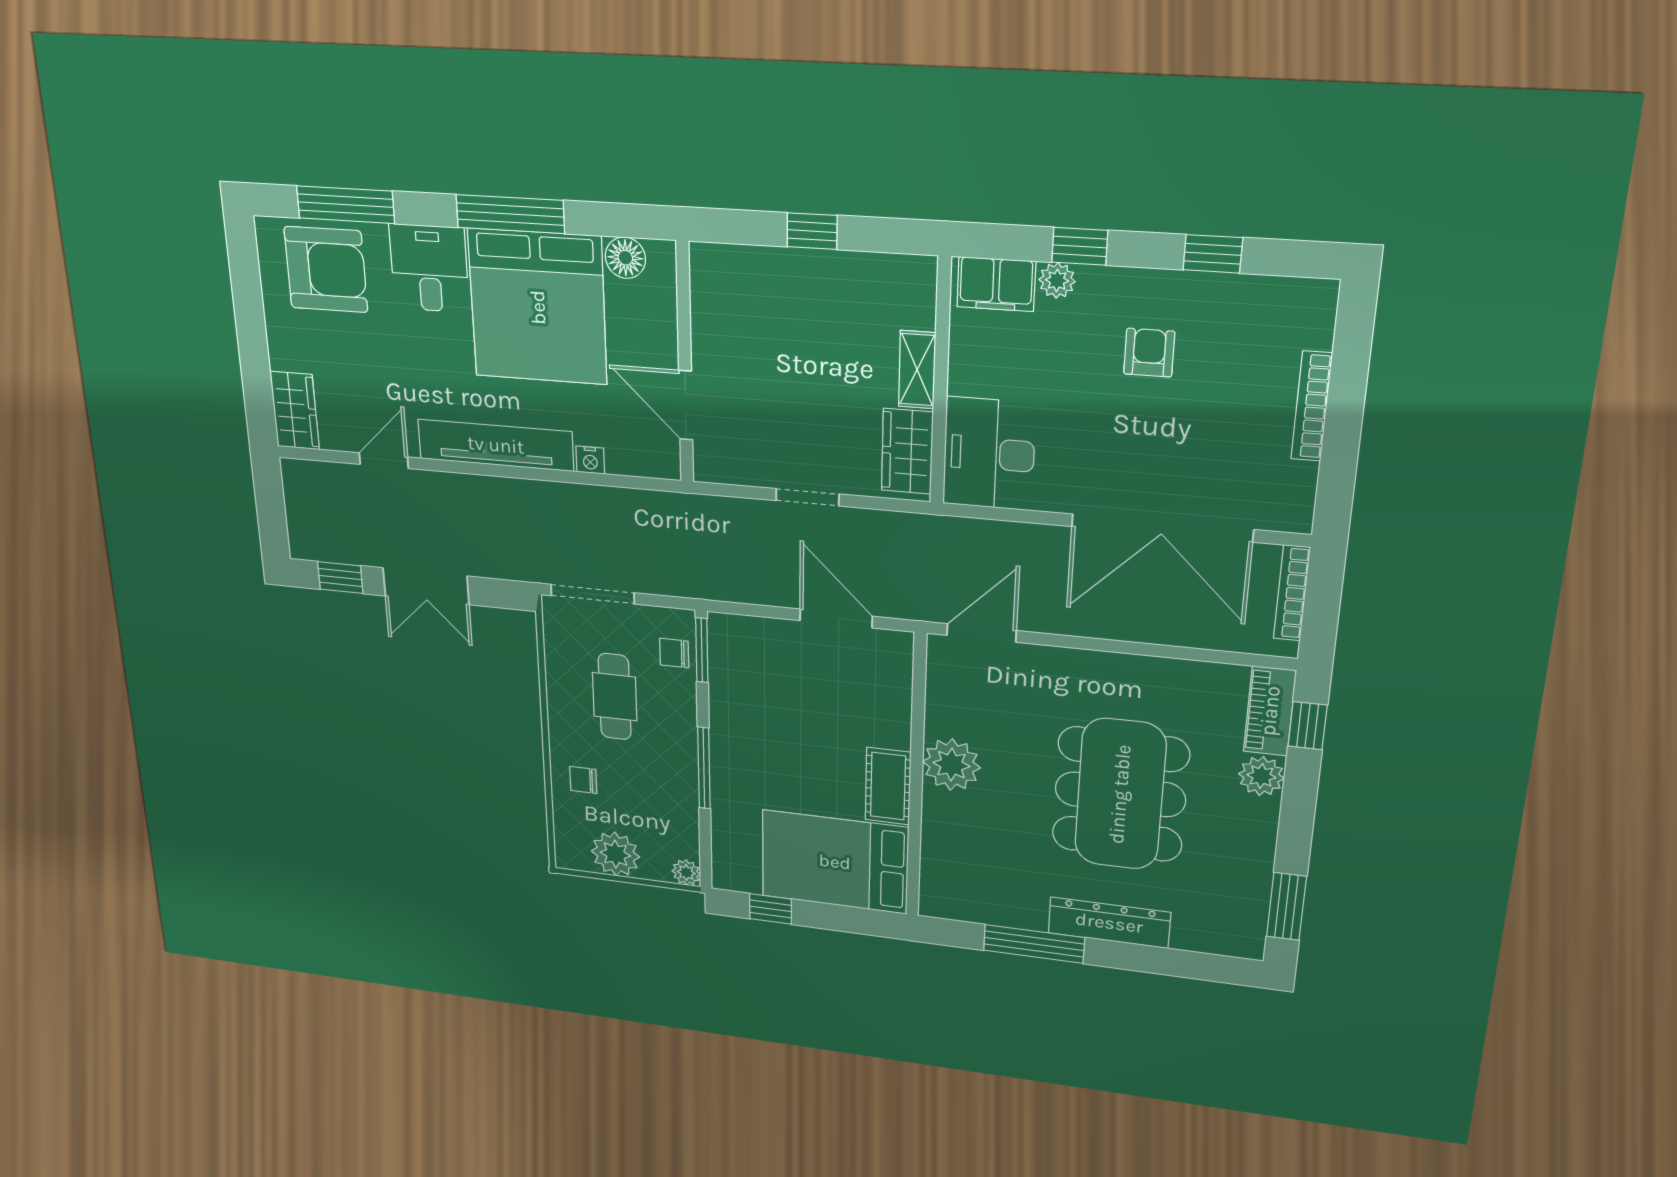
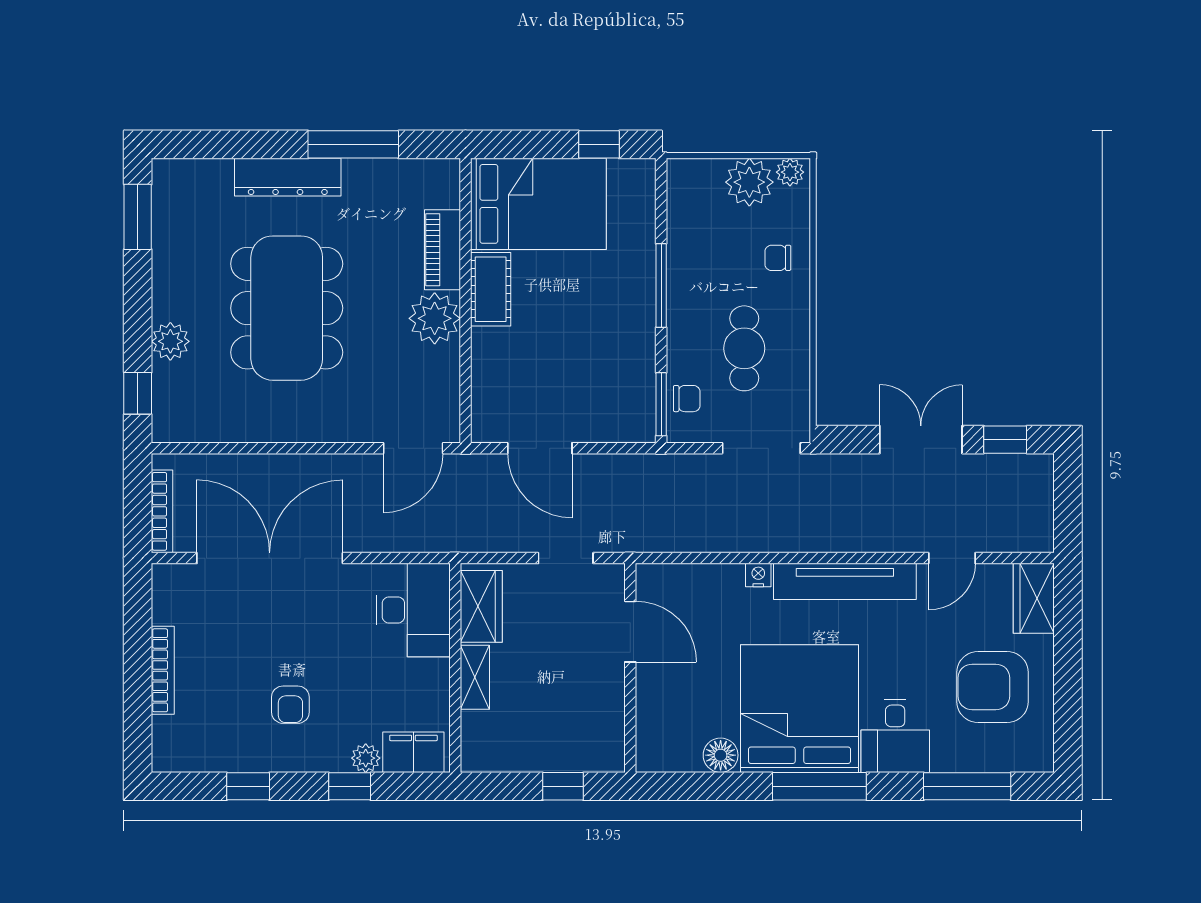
armchair: (326, 270) -> (993, 687), moved
wall: (685, 364) -> (630, 668), moved
door: (686, 405) -> (630, 632), moved
piano: (1270, 711) -> (442, 250), moved, turned 180
chair: (583, 780) -> (778, 258), turned 180
plant: (686, 872) -> (790, 172), moved

